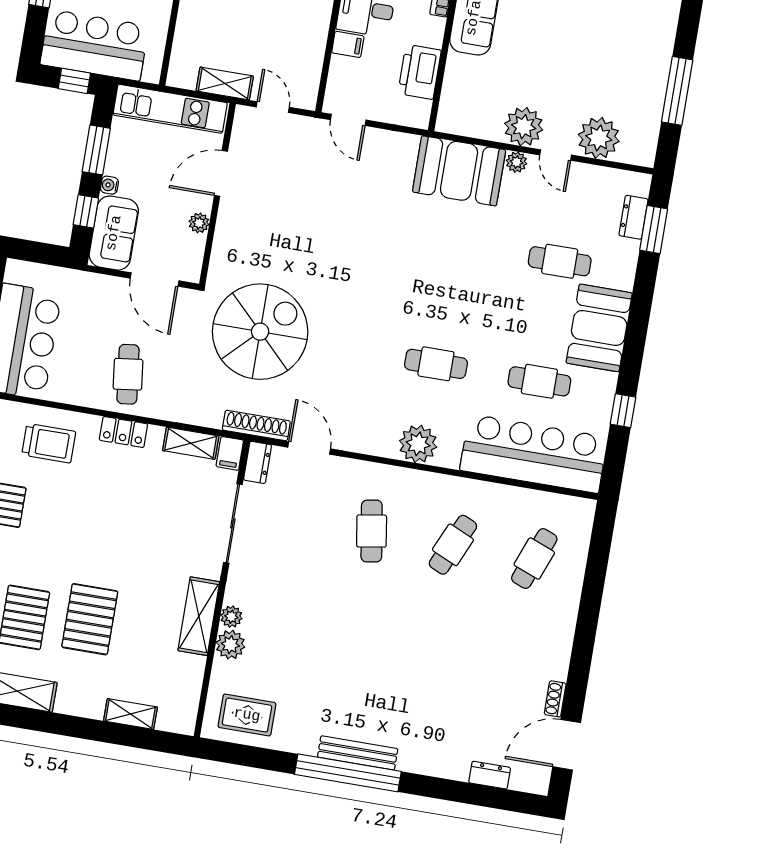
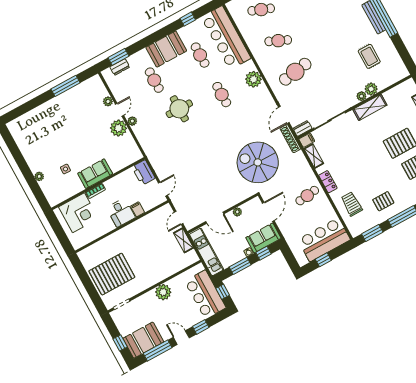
printer: (420, 72) -> (144, 173), moved, turned 90
plant: (599, 138) -> (108, 101), width x0.53, depth x0.53
booth: (459, 171) -> (151, 138), removed
round table: (471, 266) -> (179, 109), added
cafe table: (372, 531) -> (295, 72), width x1.37, depth x1.35
rug: (247, 715) -> (369, 56), moved

